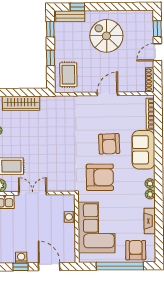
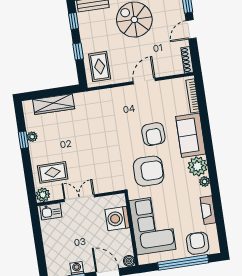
plant: (150, 184) -> (198, 166), width x1.88, depth x1.88
washing machine: (70, 217) -> (117, 219), width x1.89, depth x1.89
boiler: (70, 258) -> (129, 261), added

